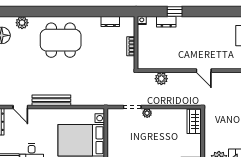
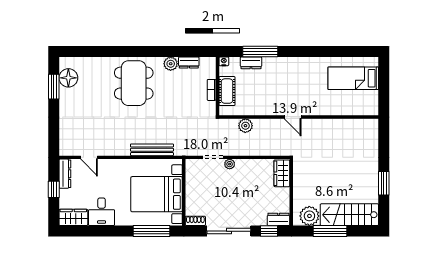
window: (175, 12) -> (260, 51), width x2.17
plant: (22, 23) -> (171, 64), moved
dining table: (61, 40) -> (134, 83), turned 90
cot: (145, 47) -> (227, 91), added
bench: (51, 100) -> (152, 150), moved

